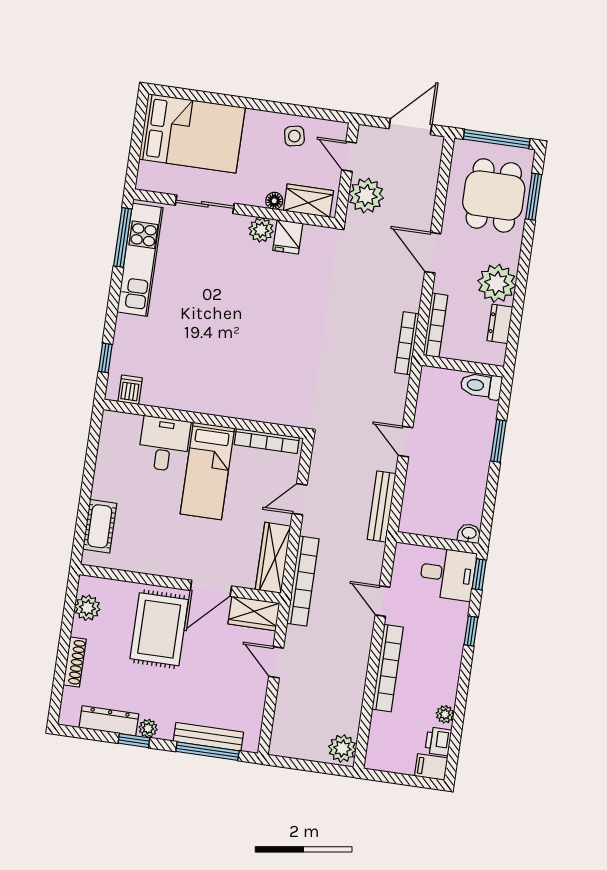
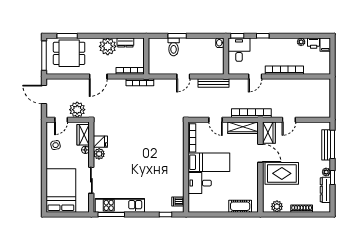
toilet: (481, 386) -> (174, 47), moved
plant: (342, 748) -> (323, 85), removed

